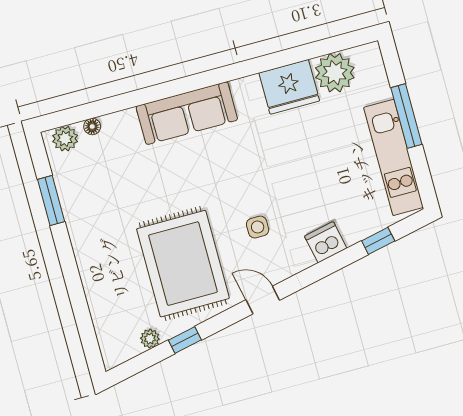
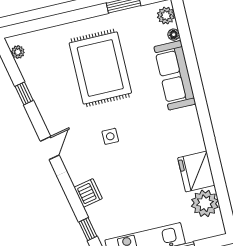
sofa: (187, 113) -> (175, 75), moved
side table: (258, 227) -> (110, 136), moved
rug: (183, 264) -> (100, 68), moved, turned 90
plant: (150, 339) -> (18, 52), moved

